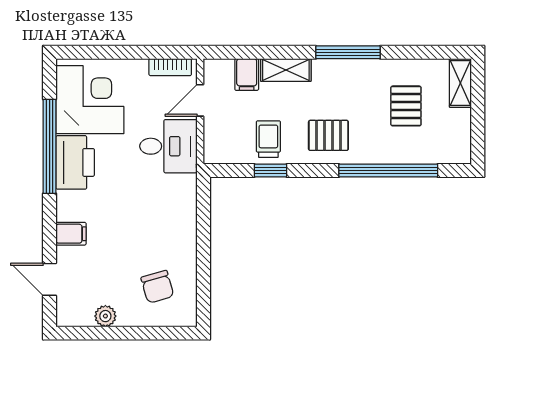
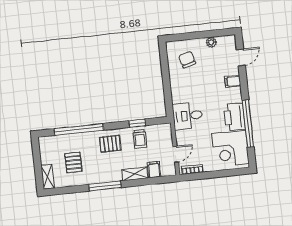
desk: (168, 146) -> (188, 116), moved
door: (50, 279) -> (241, 57), hinge flipped

